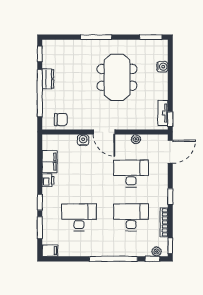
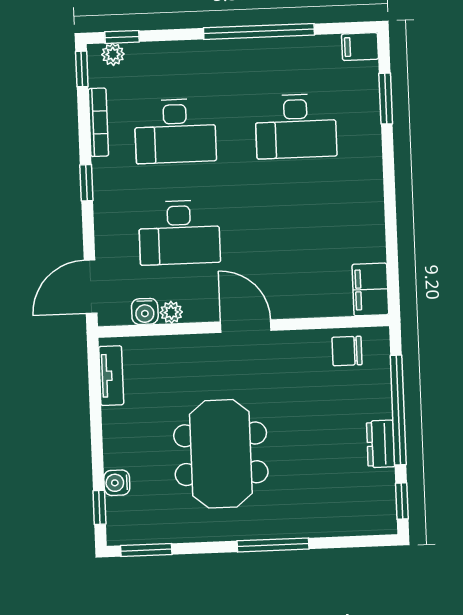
window: (170, 119) -> (99, 507), moved
water cooler: (83, 140) -> (145, 311), moved
filing cabinet: (50, 162) -> (370, 289), moved
printer: (48, 180) -> (371, 209), removed
window: (40, 202) -> (388, 157), removed
window: (113, 259) -> (259, 31), moved

